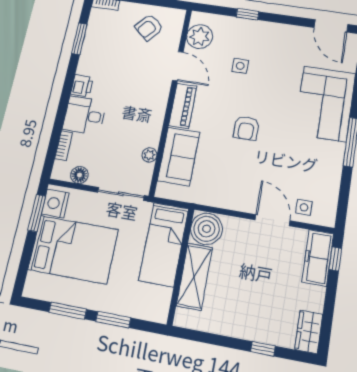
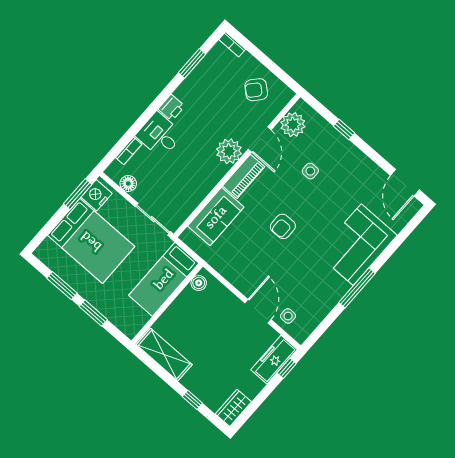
plant: (149, 155) -> (229, 151), moved, width x1.88, depth x1.88
boiler: (207, 229) -> (199, 283), width x0.54, depth x0.54
shelving: (194, 277) -> (164, 355), moved, turned 90

